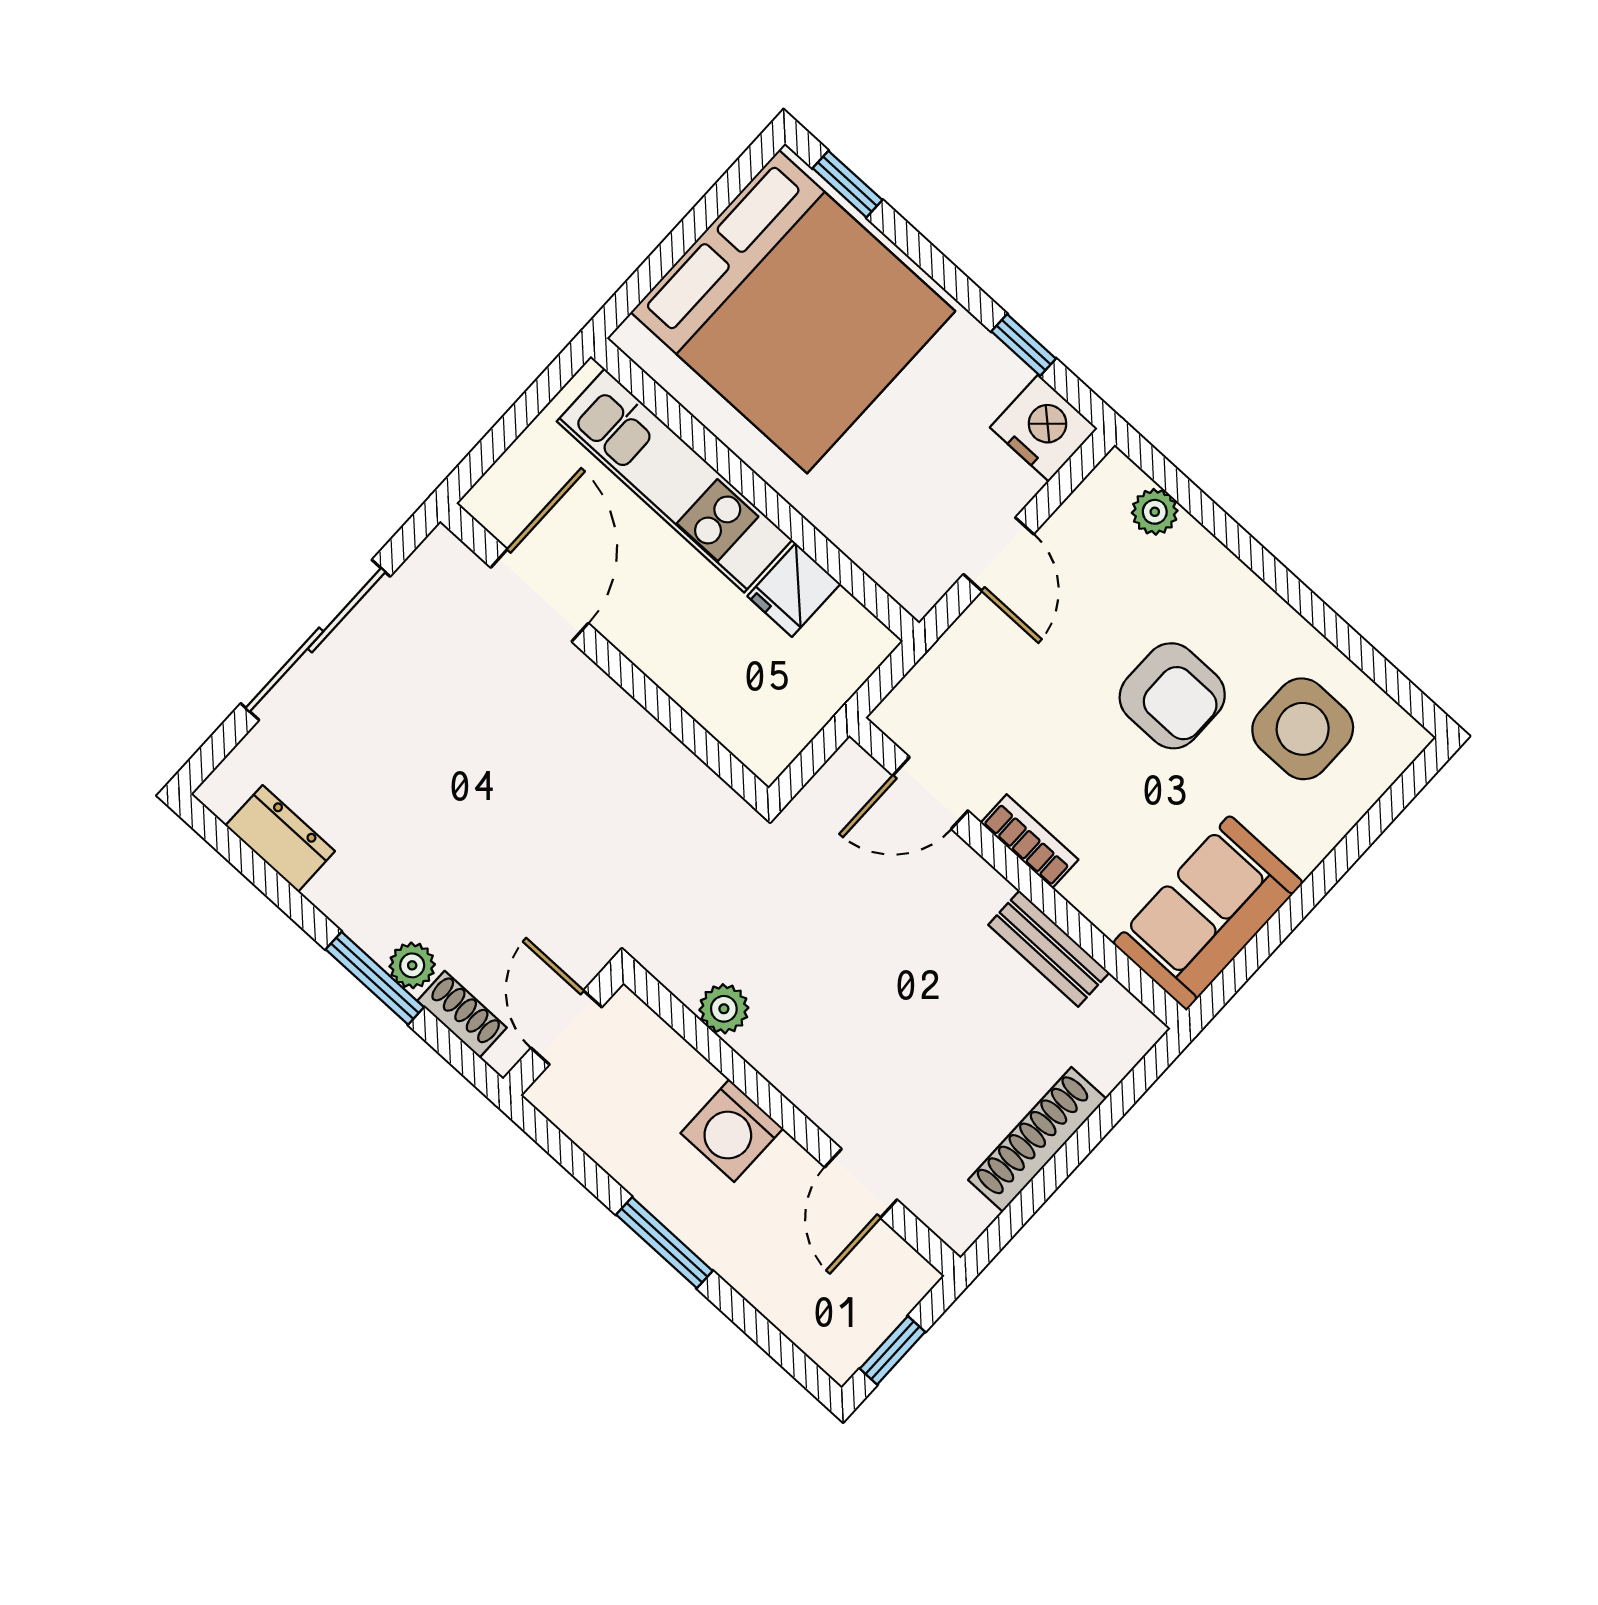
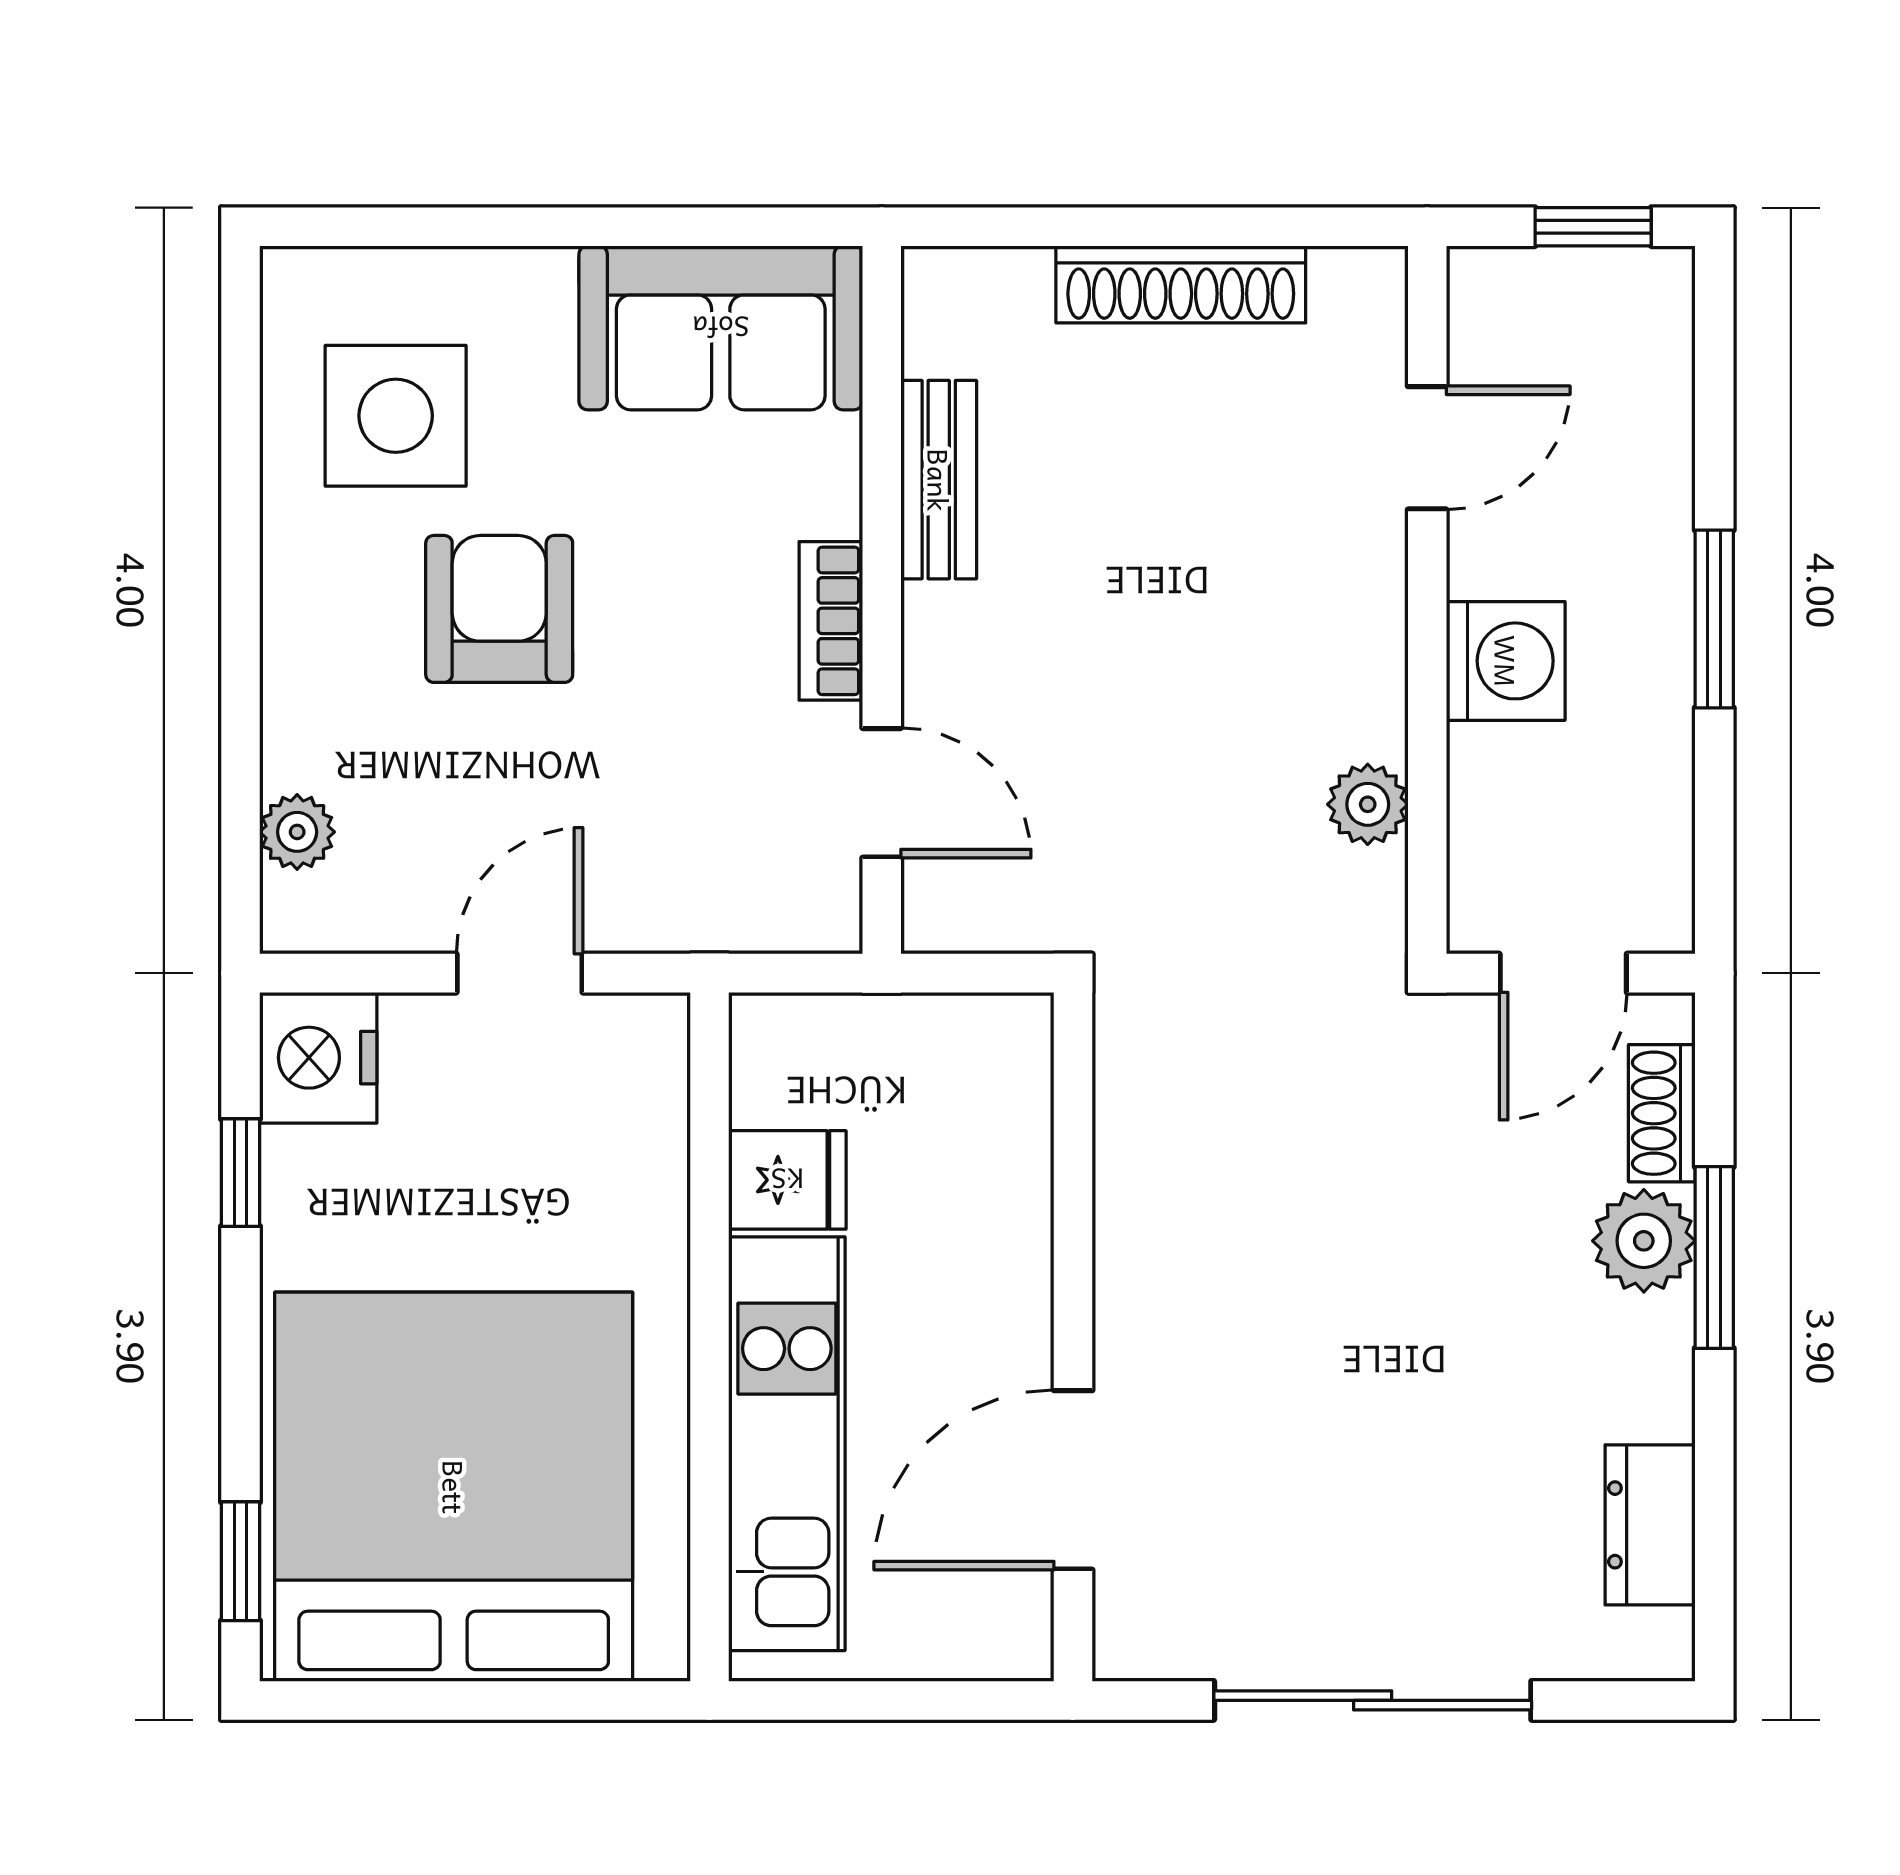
plant: (412, 965) -> (1644, 1241), width x1.38, depth x1.38

